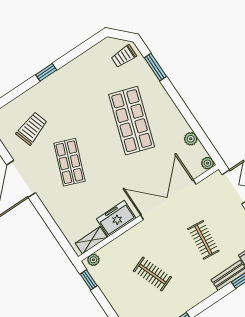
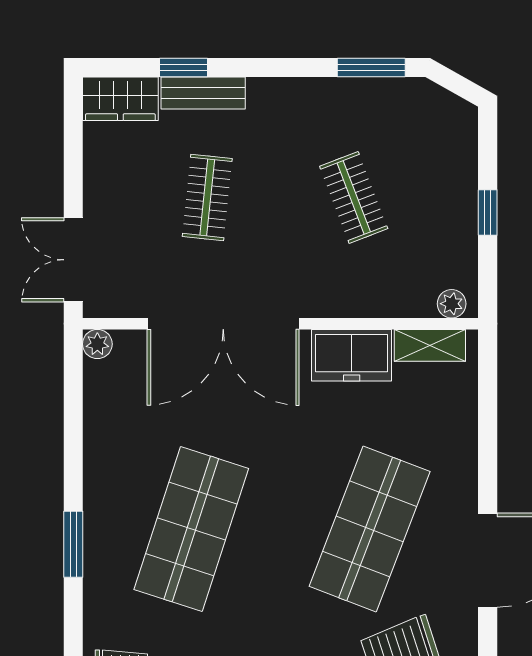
window: (155, 67) -> (73, 544), moved
plant: (191, 139) -> (98, 414), removed
shop shelf: (69, 162) -> (370, 529), width x1.43, depth x1.36
window: (89, 280) -> (488, 213), moved

